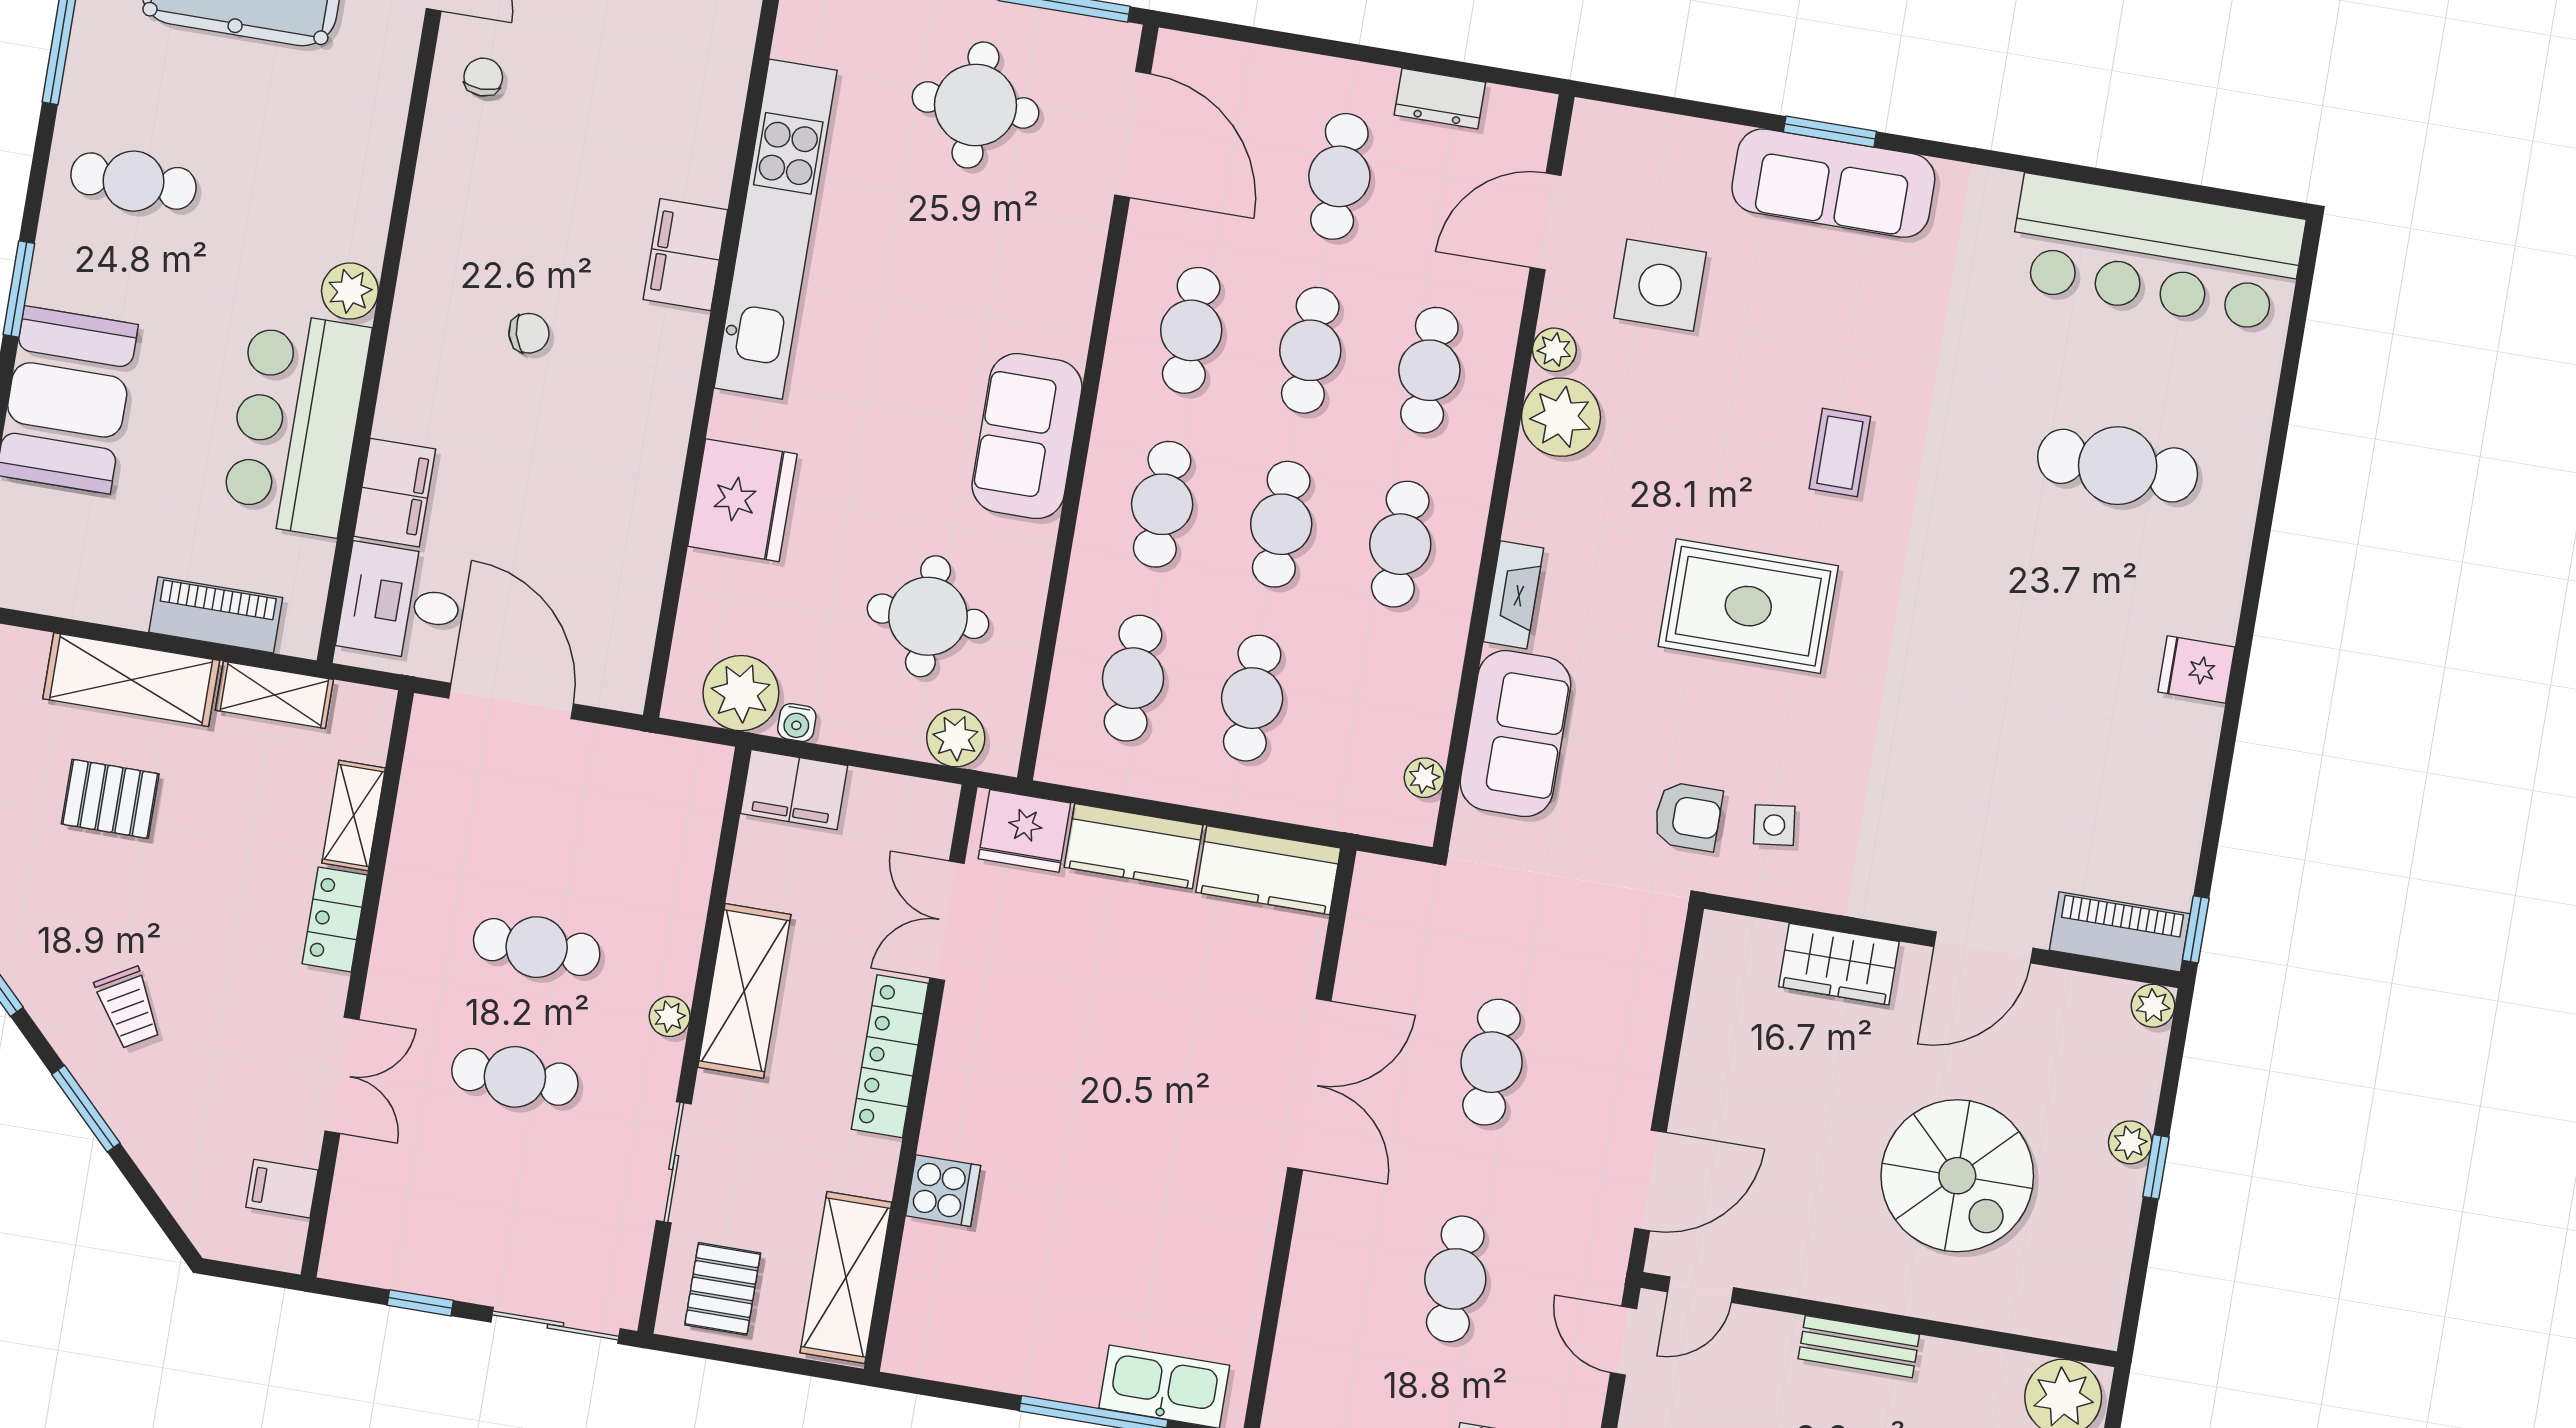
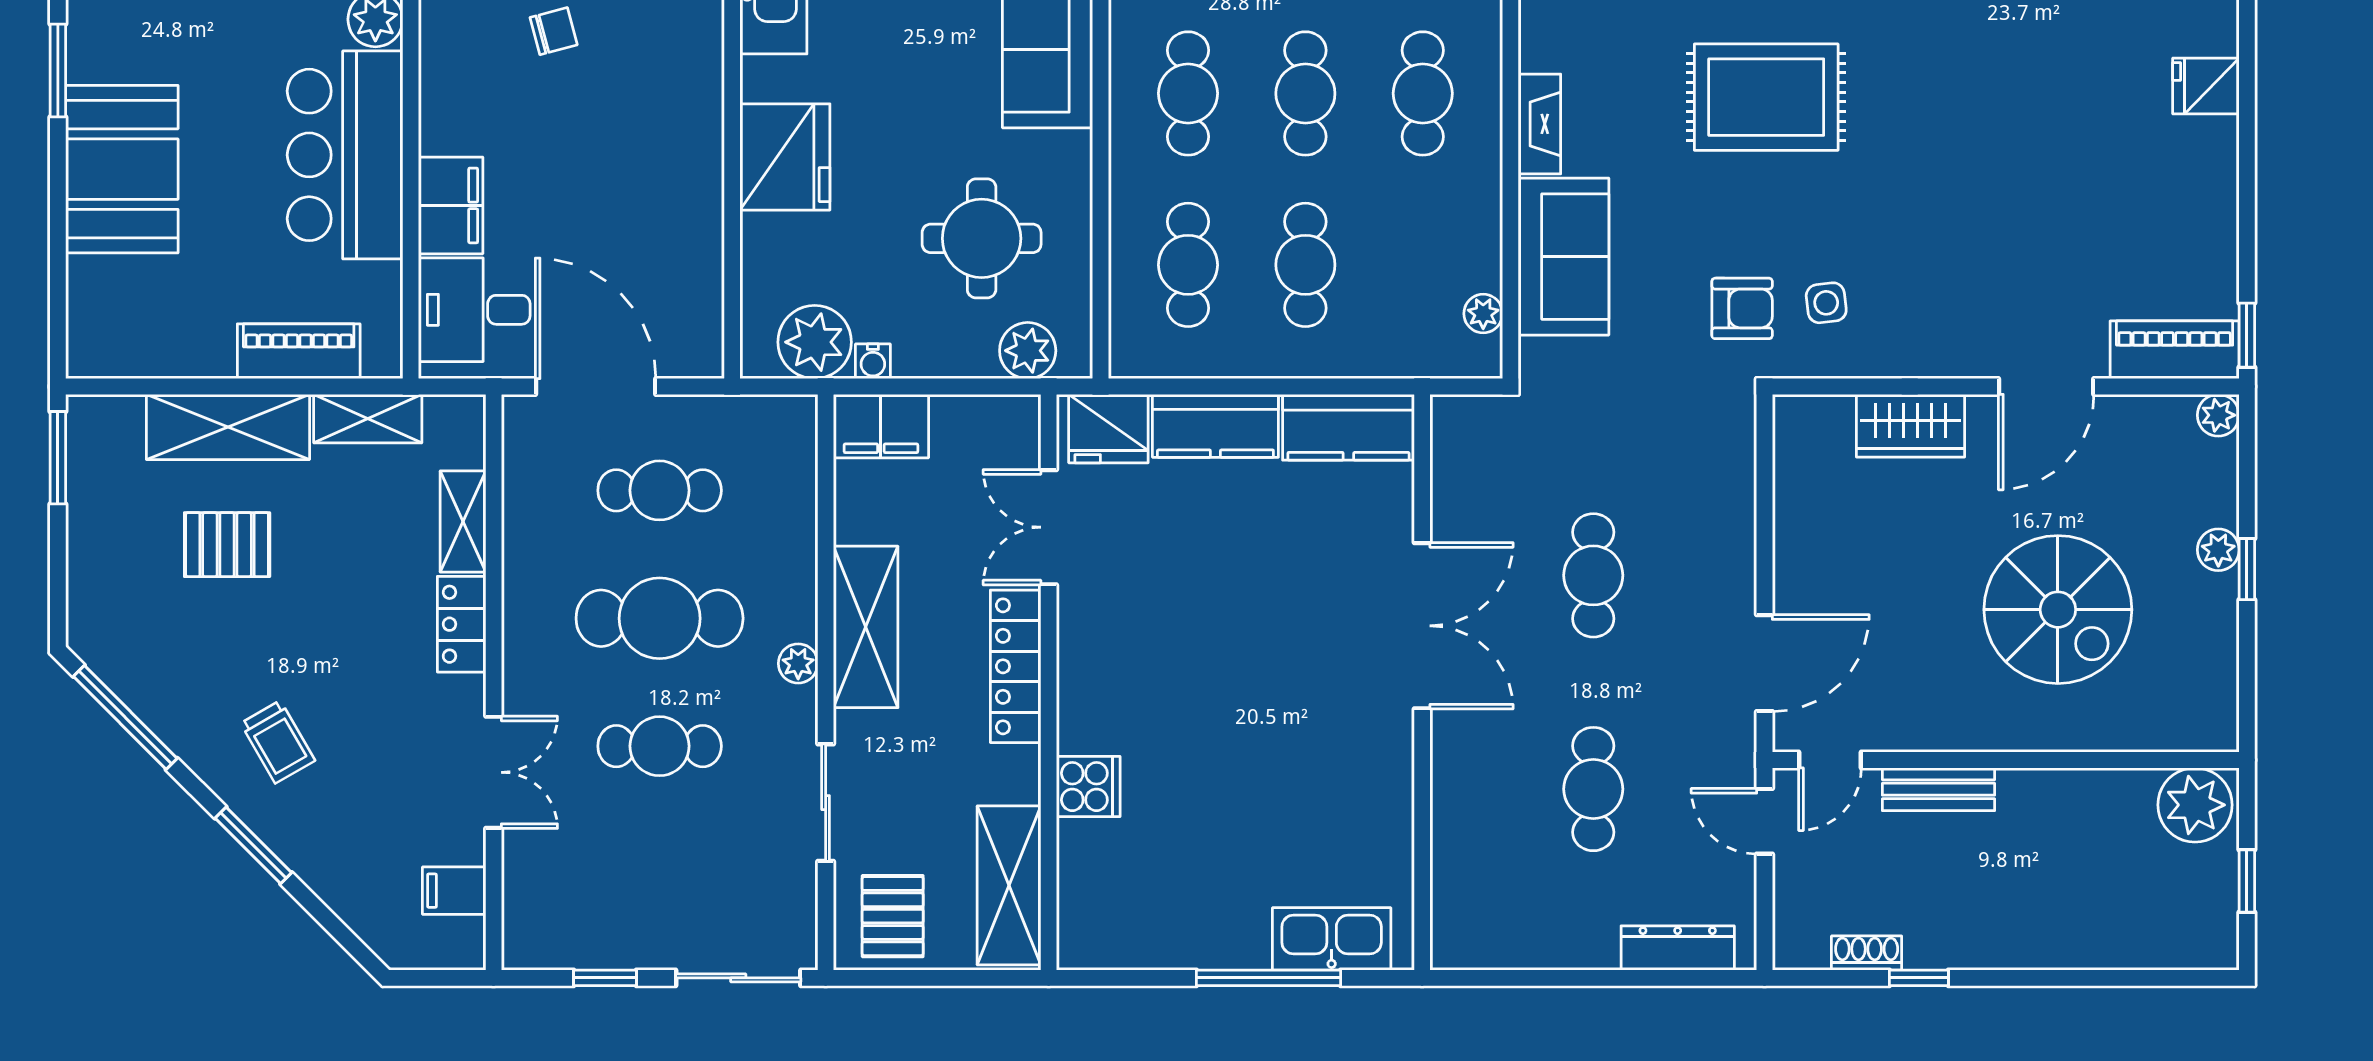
cafe table: (558, 817) -> (660, 490), added
cafe table: (537, 947) -> (660, 618), width x1.37, depth x1.35
bench: (1859, 1347) -> (1939, 789), moved

